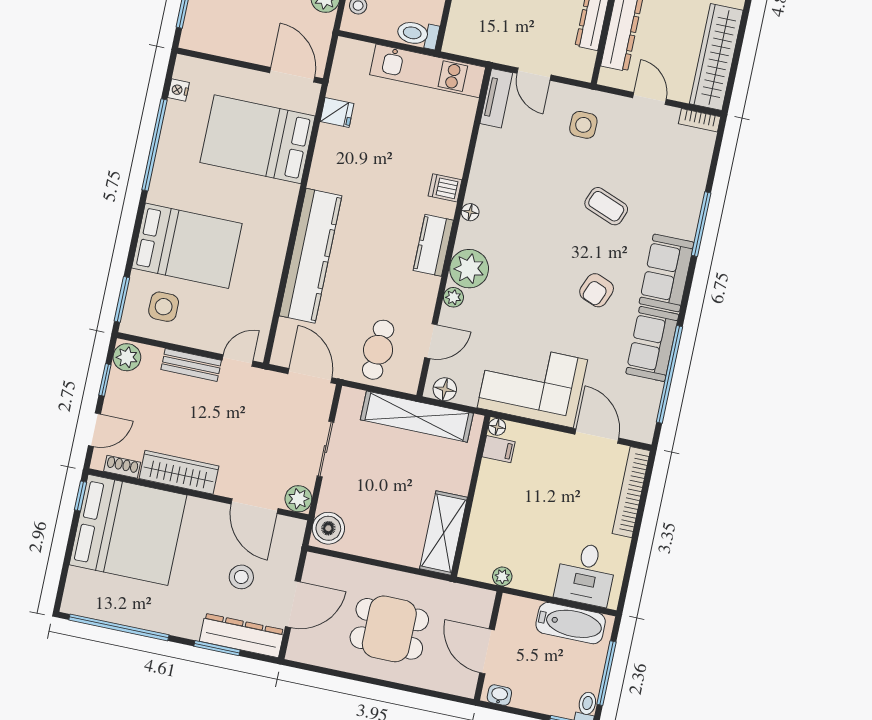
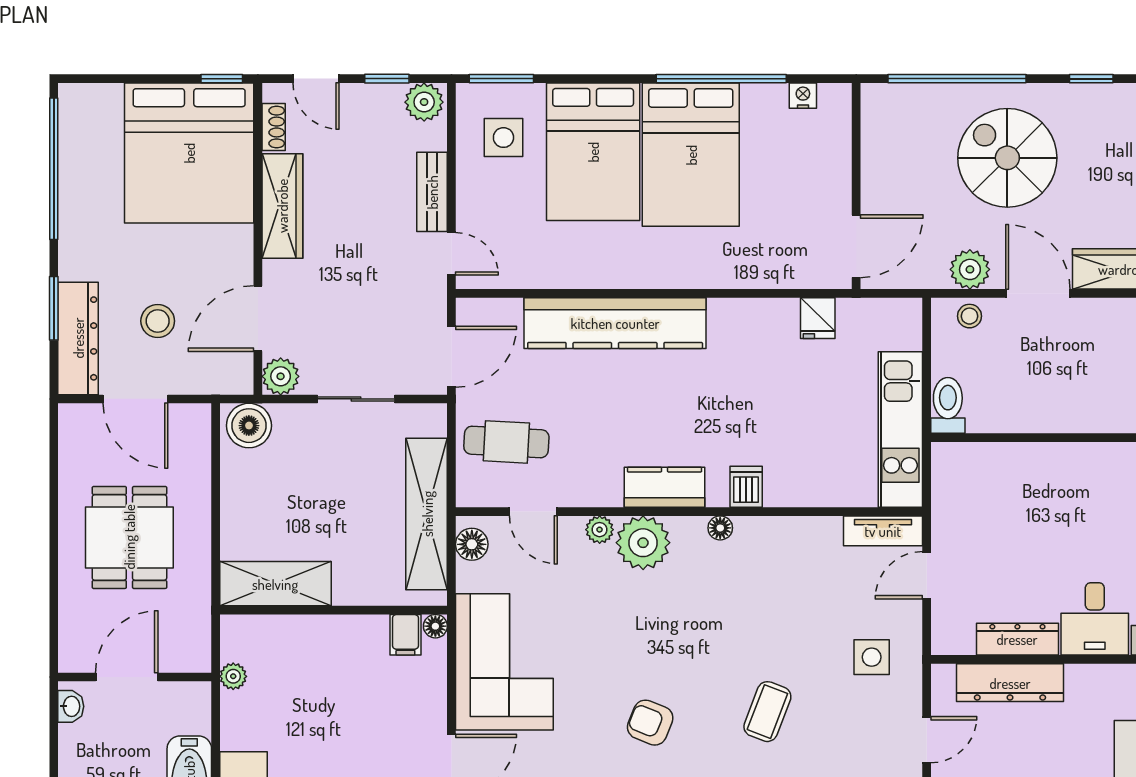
bed: (258, 139) -> (691, 155), moved, turned 180

